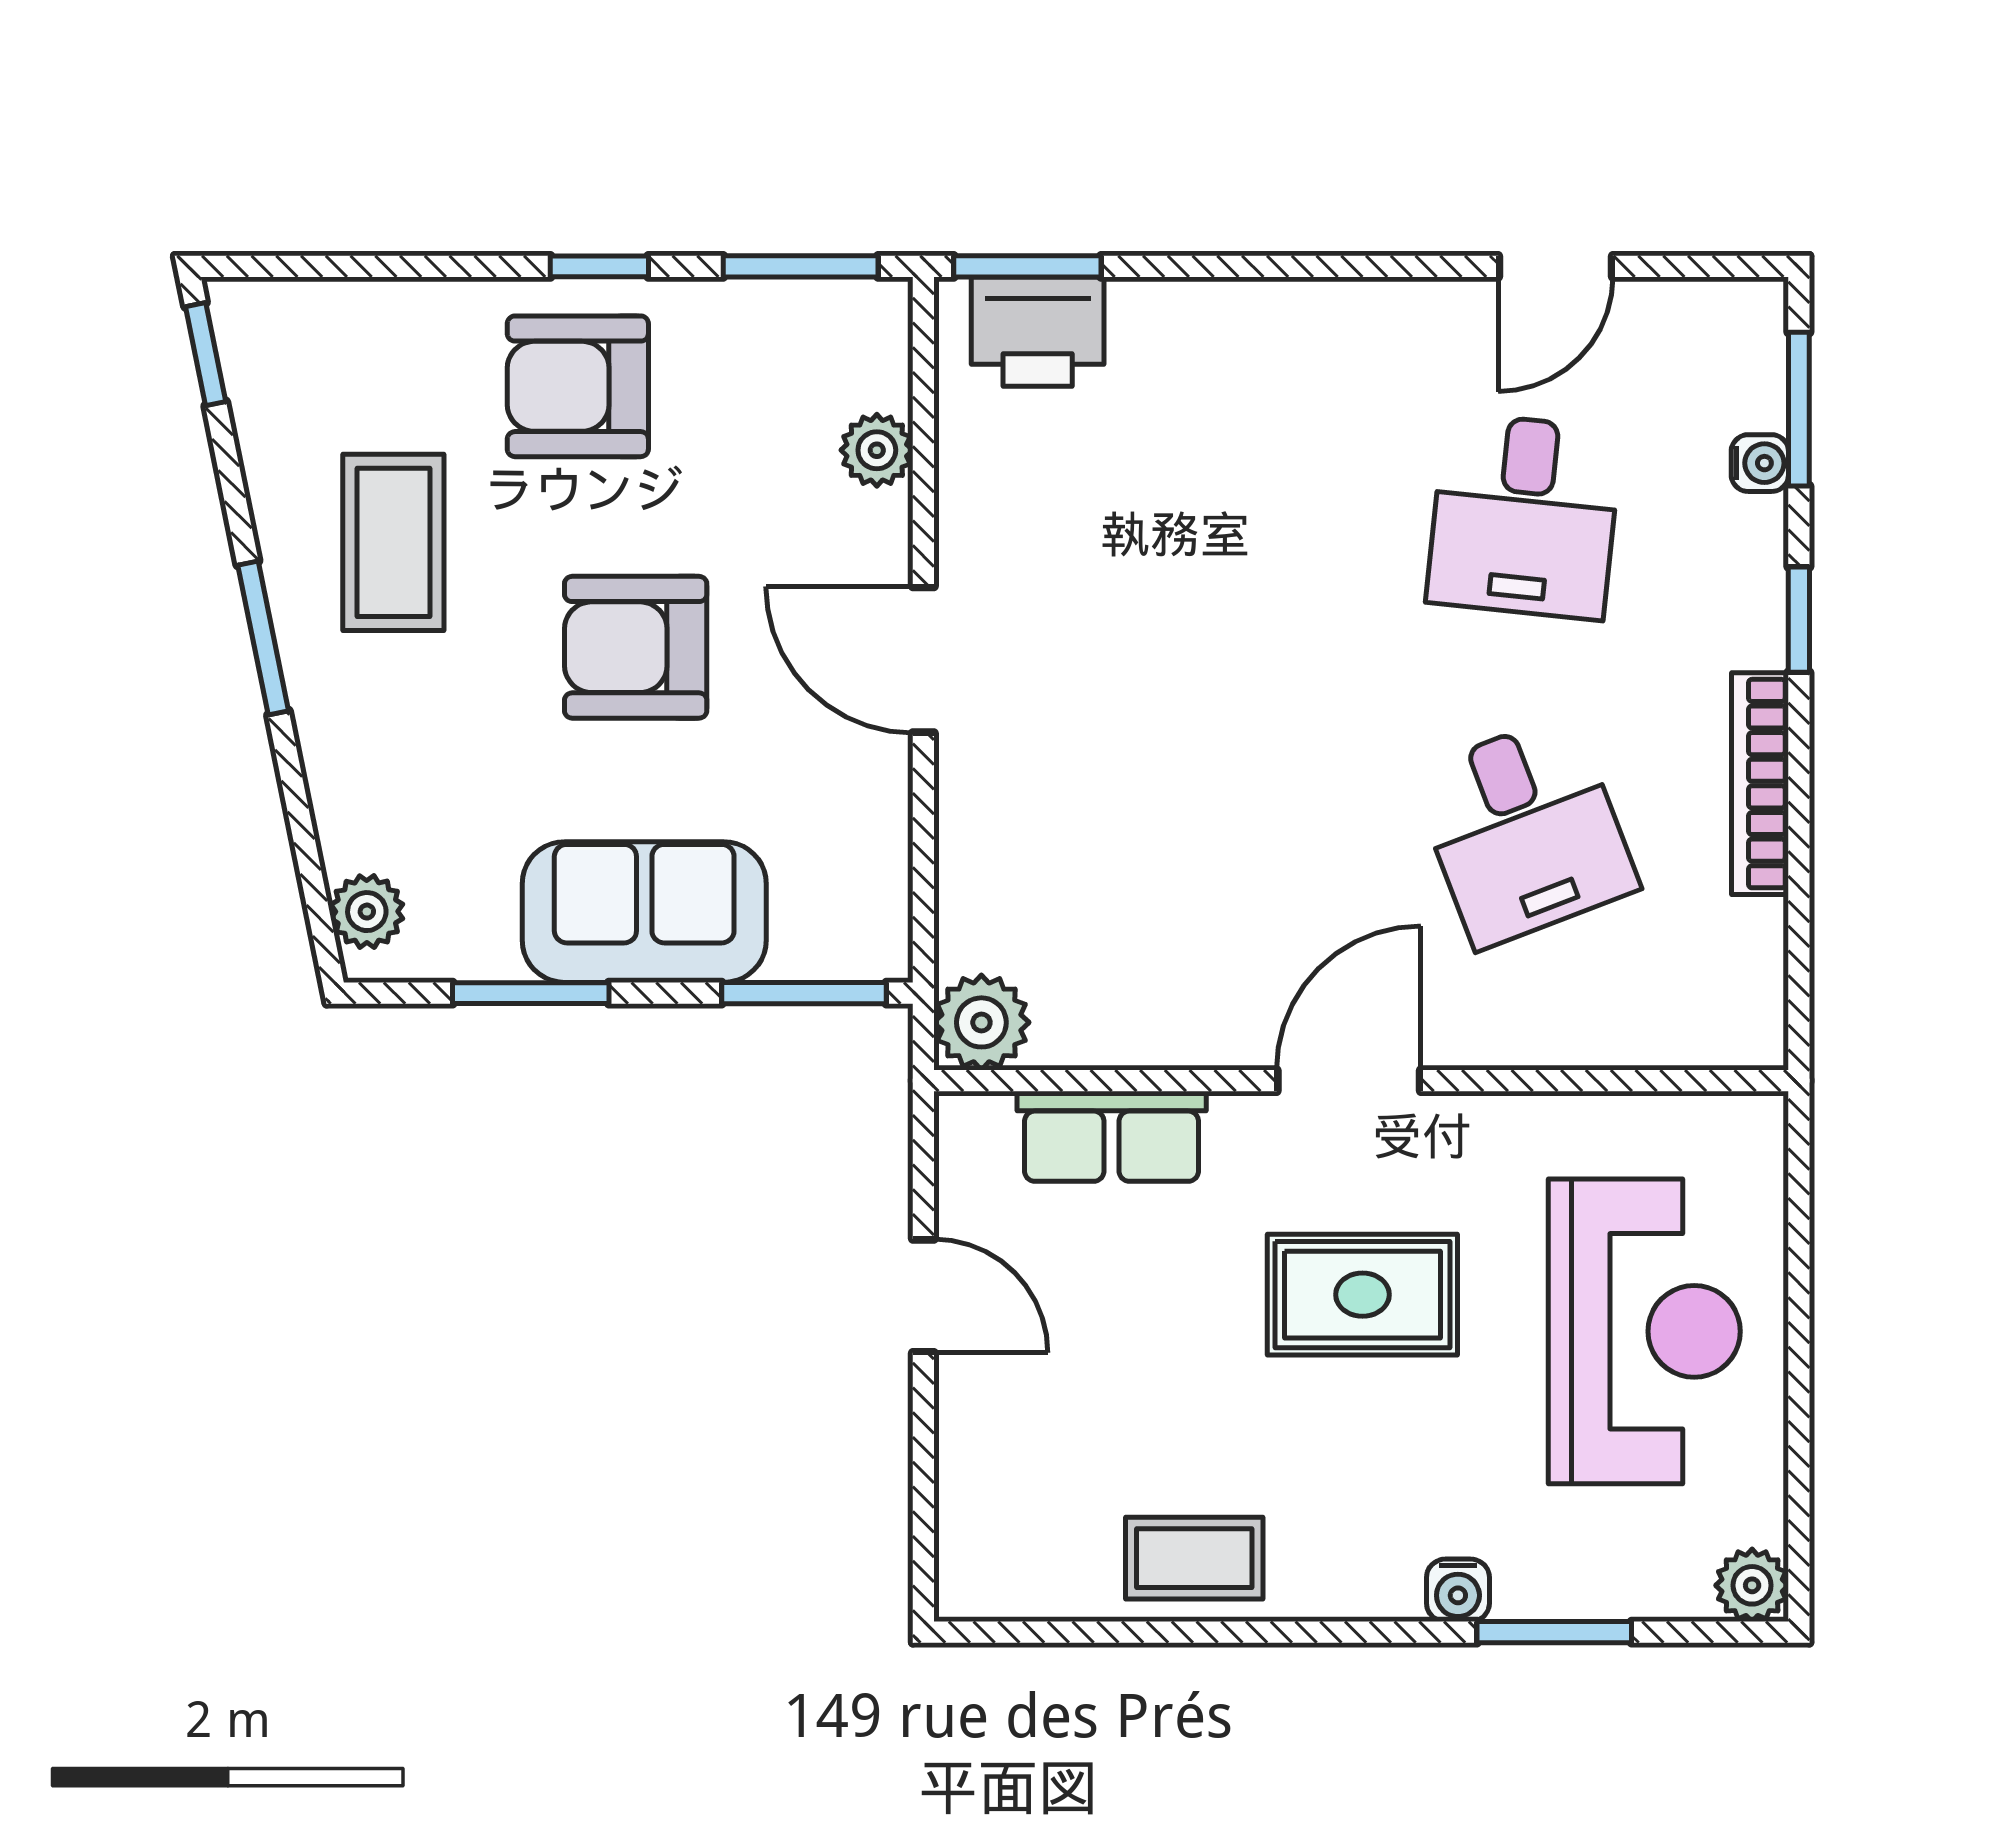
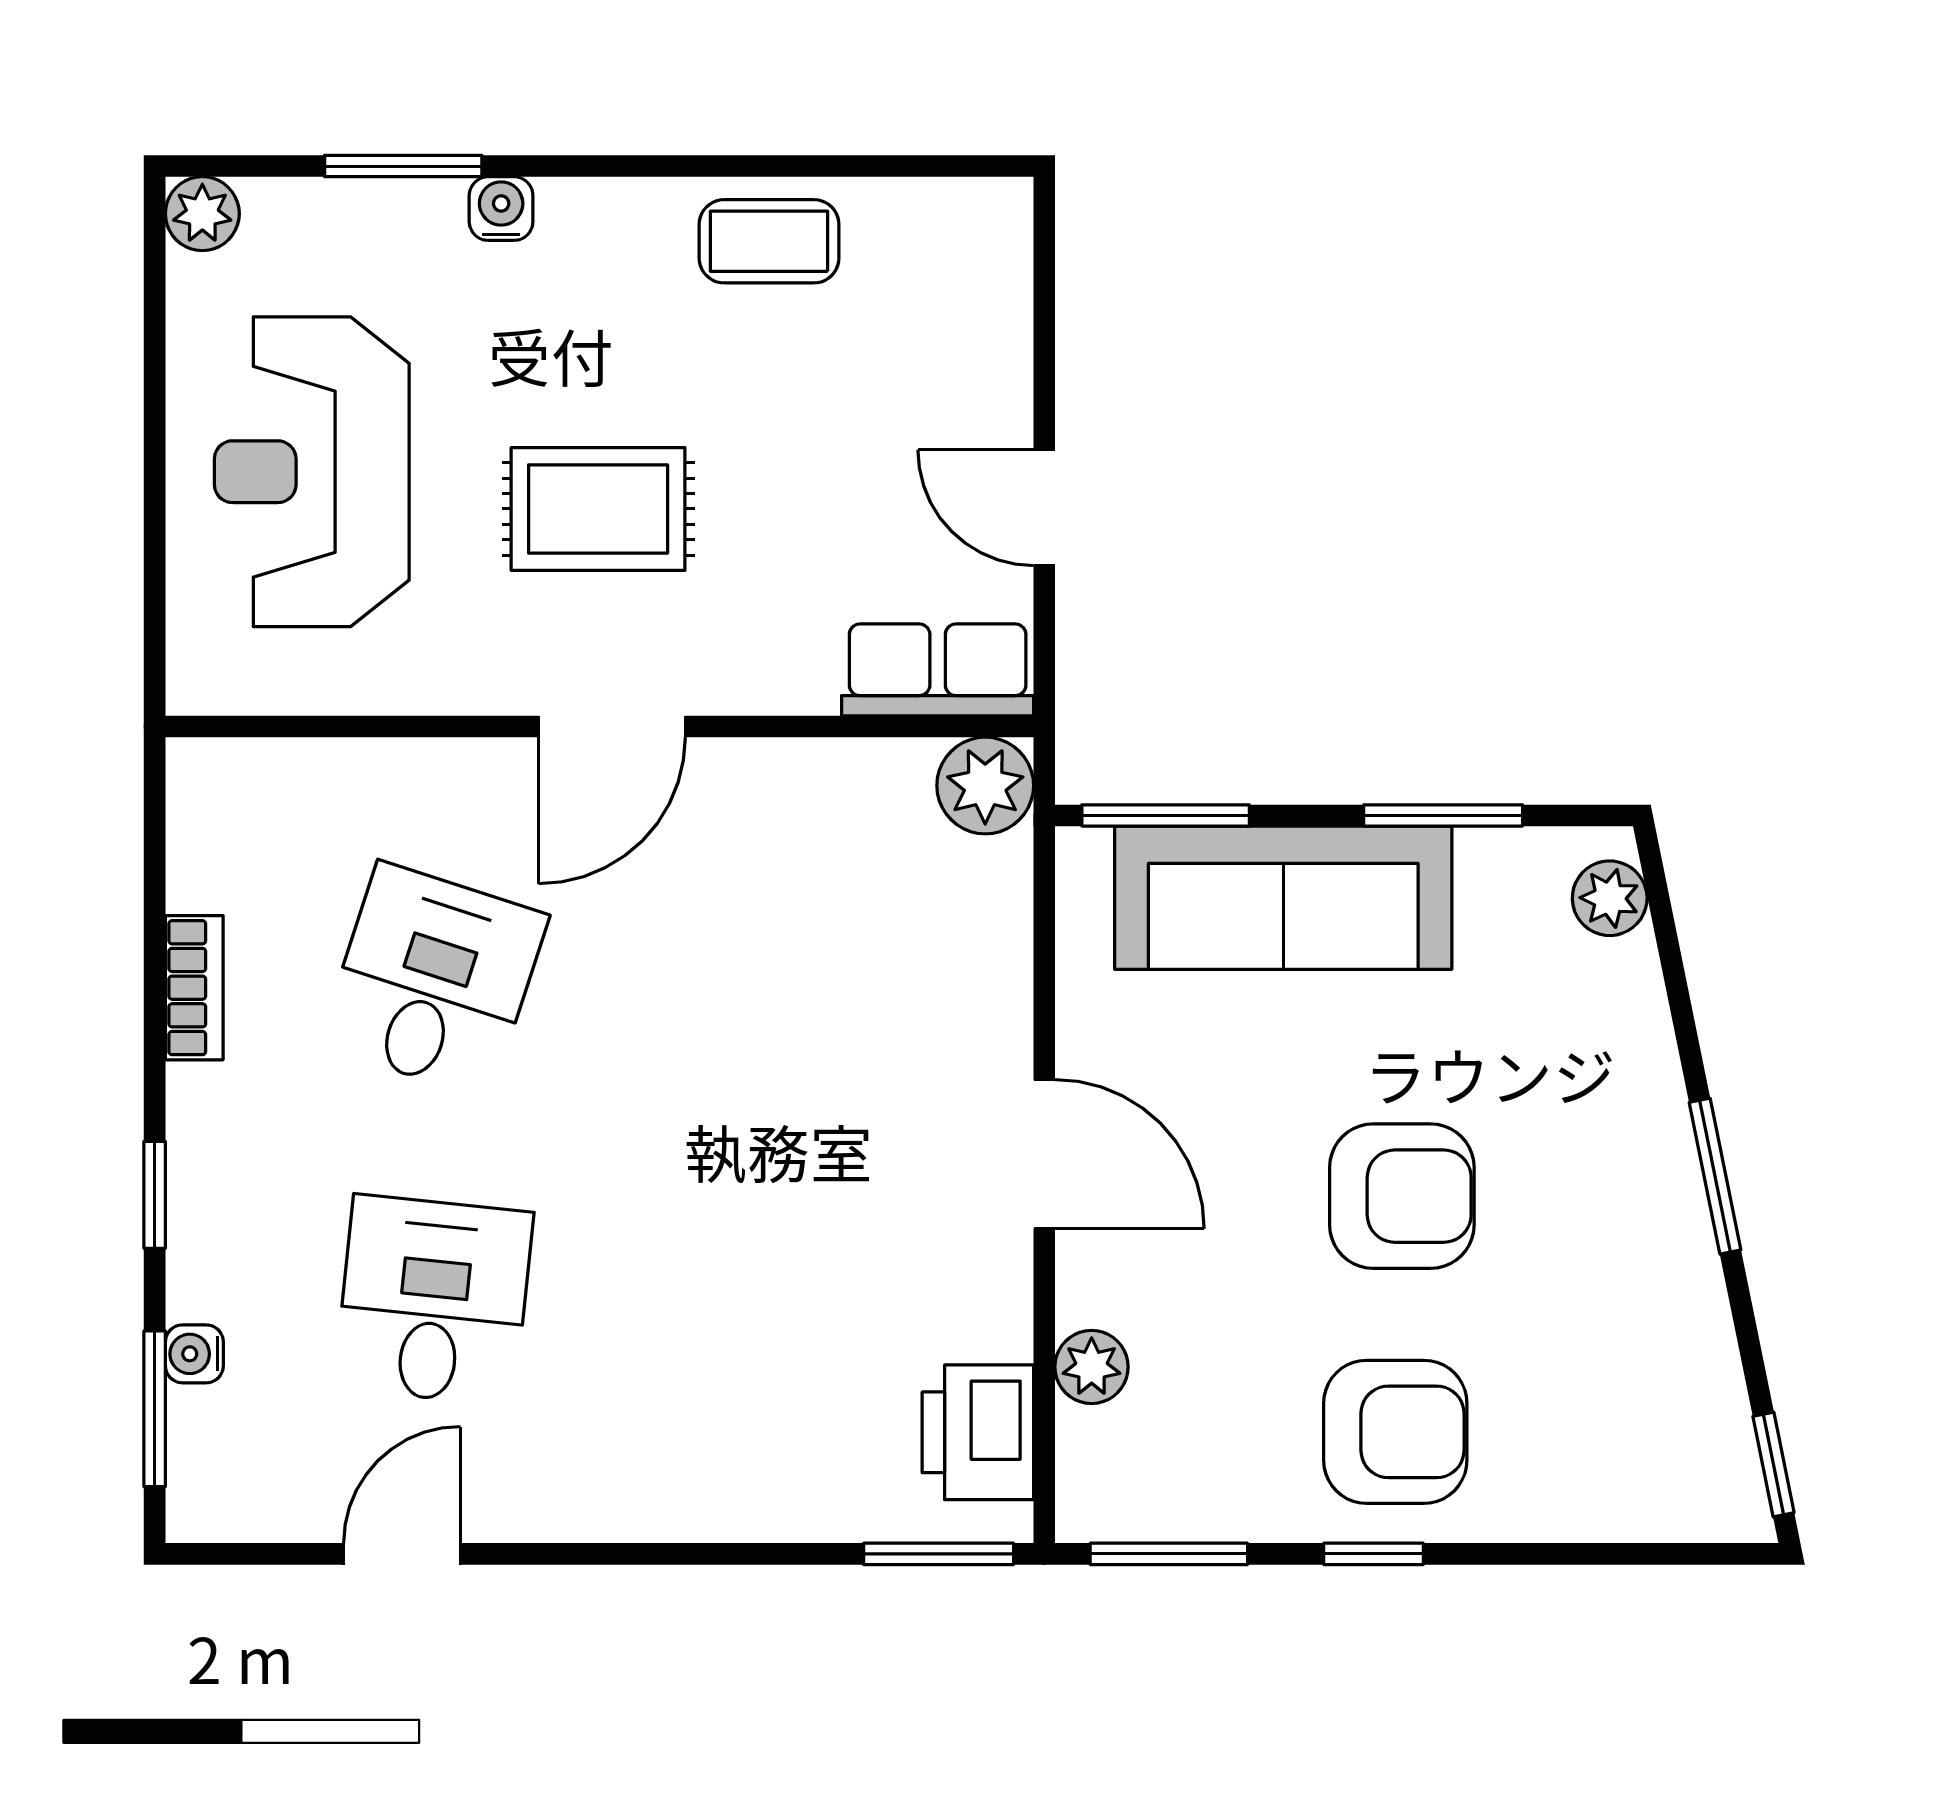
printer: (1038, 332) -> (978, 1432), moved, turned -90
coffee table: (393, 542) -> (1583, 1273), removed
armchair: (636, 647) -> (1402, 1196), moved
bookcase: (1760, 784) -> (194, 988), width x0.64
desk: (1524, 831) -> (434, 980), turned 39
sofa: (644, 912) -> (1283, 898), width x1.36
row of seats: (1112, 1136) -> (938, 670), moved

